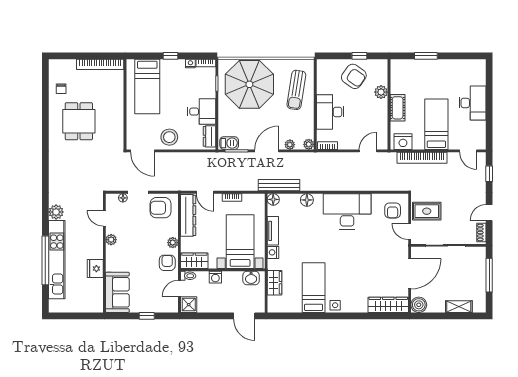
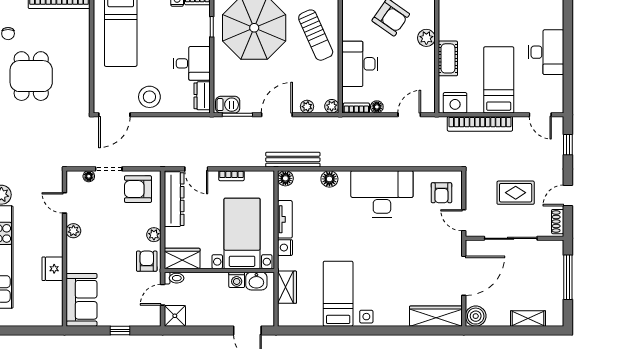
sun lounger: (296, 90) -> (316, 35), turned -33
floor lamp: (343, 145) -> (377, 107), added
door: (142, 151) -> (114, 115), hinge flipped
rug: (427, 211) -> (516, 193), moved
washing machine: (215, 277) -> (237, 280), moved

